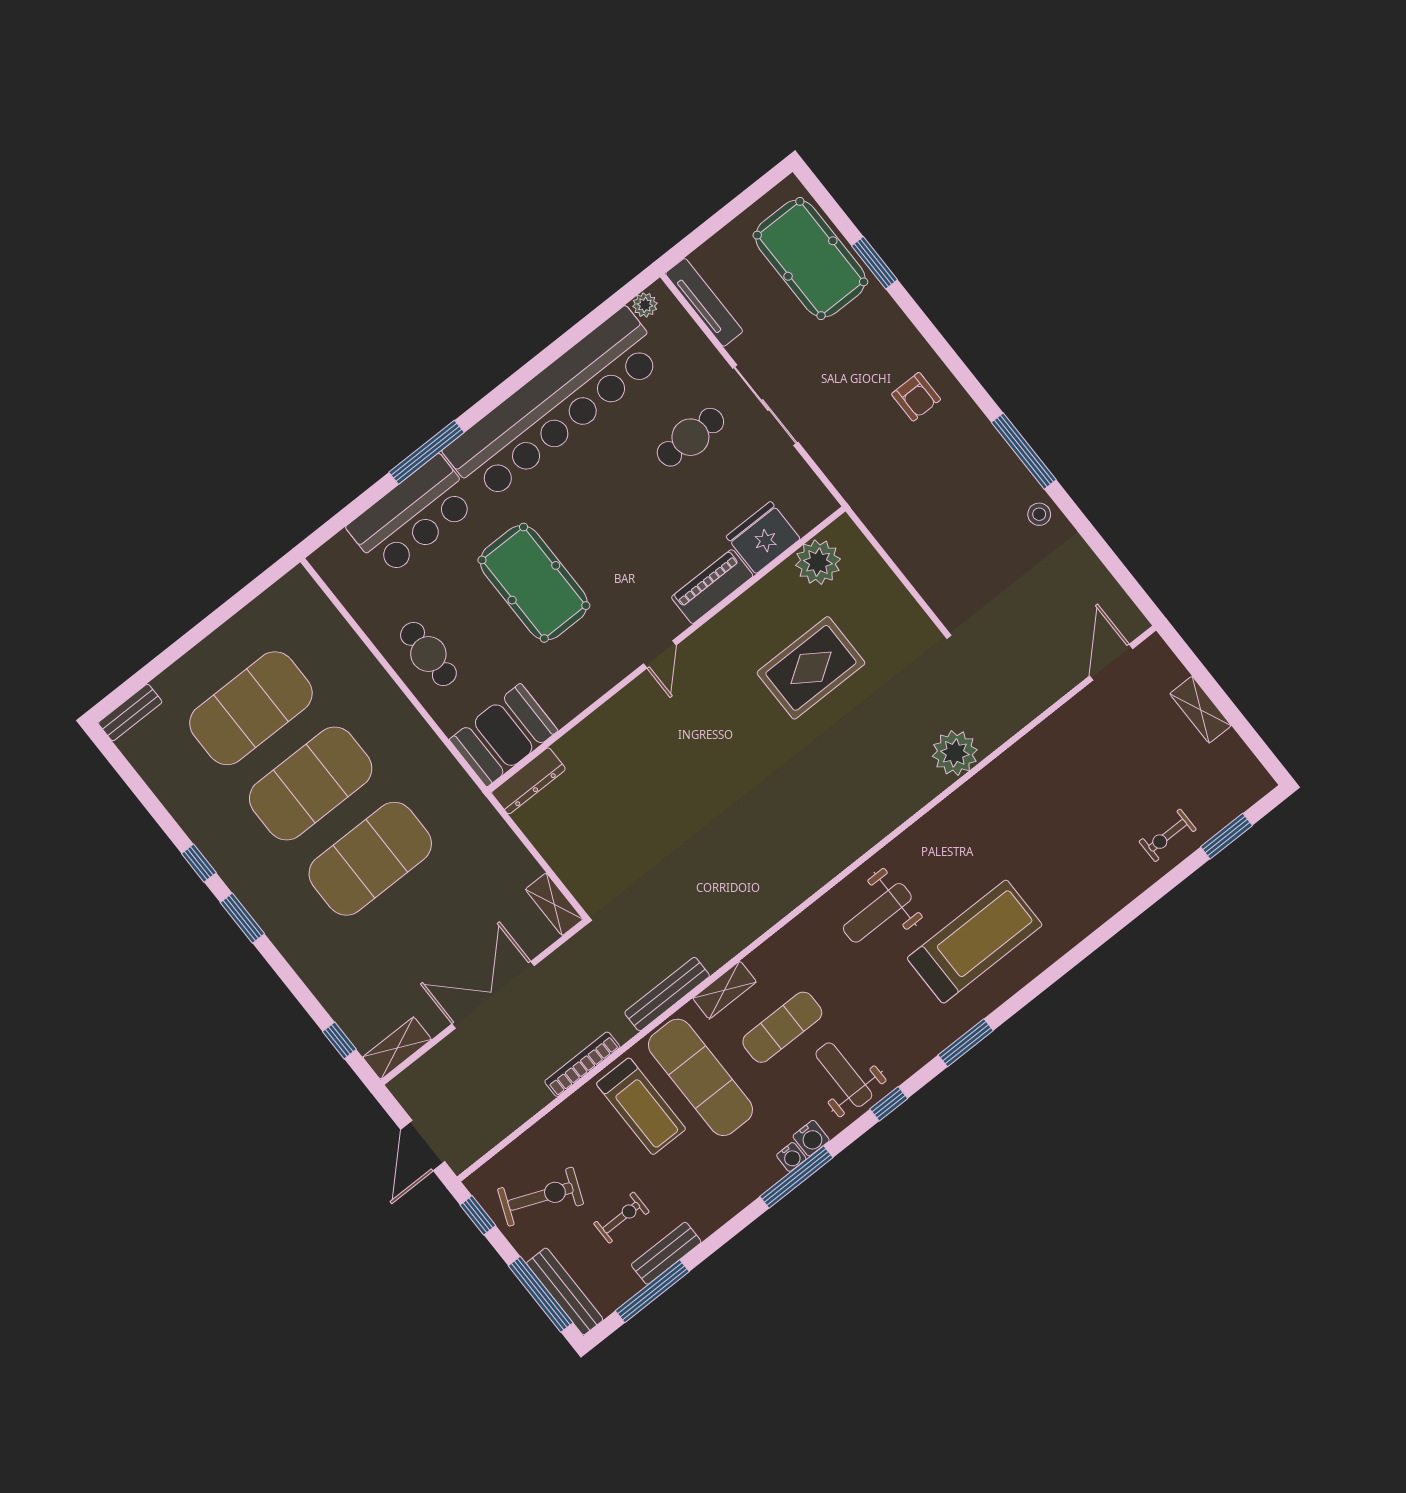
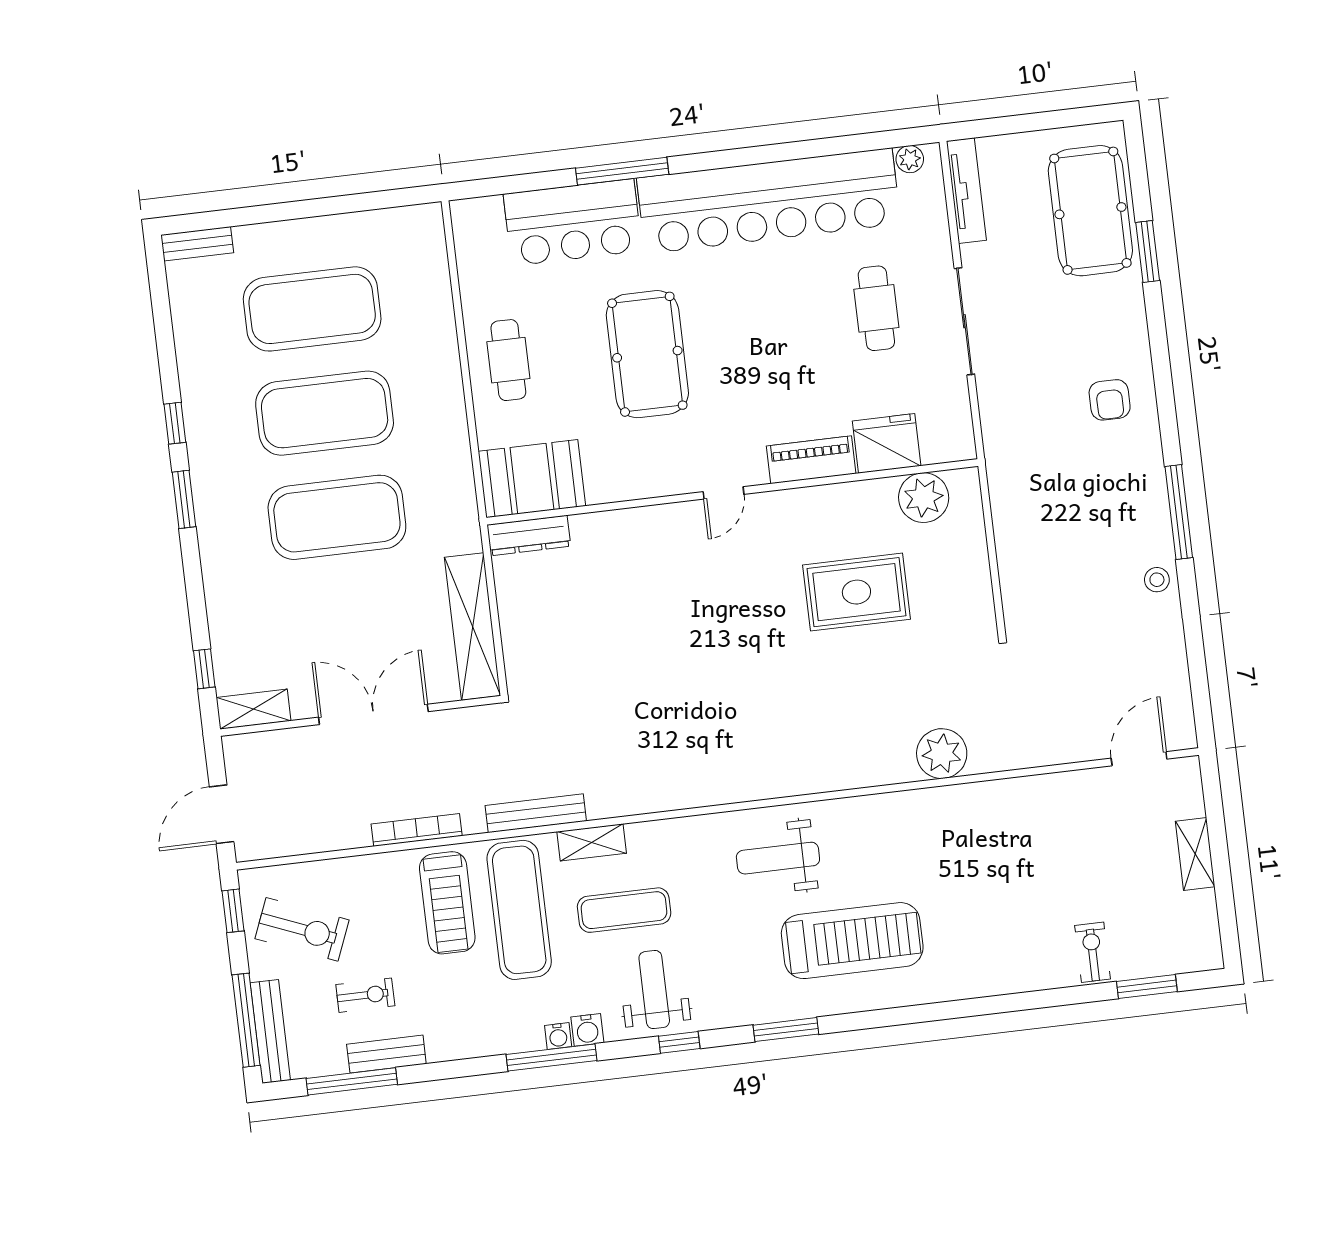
cafe table: (690, 437) -> (876, 308), turned 90
exercise bike: (1168, 835) -> (1093, 952), turned 90
shelving: (554, 904) -> (473, 626), width x2.20, depth x1.33

